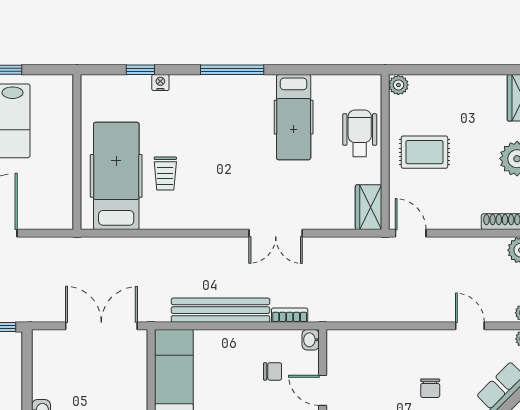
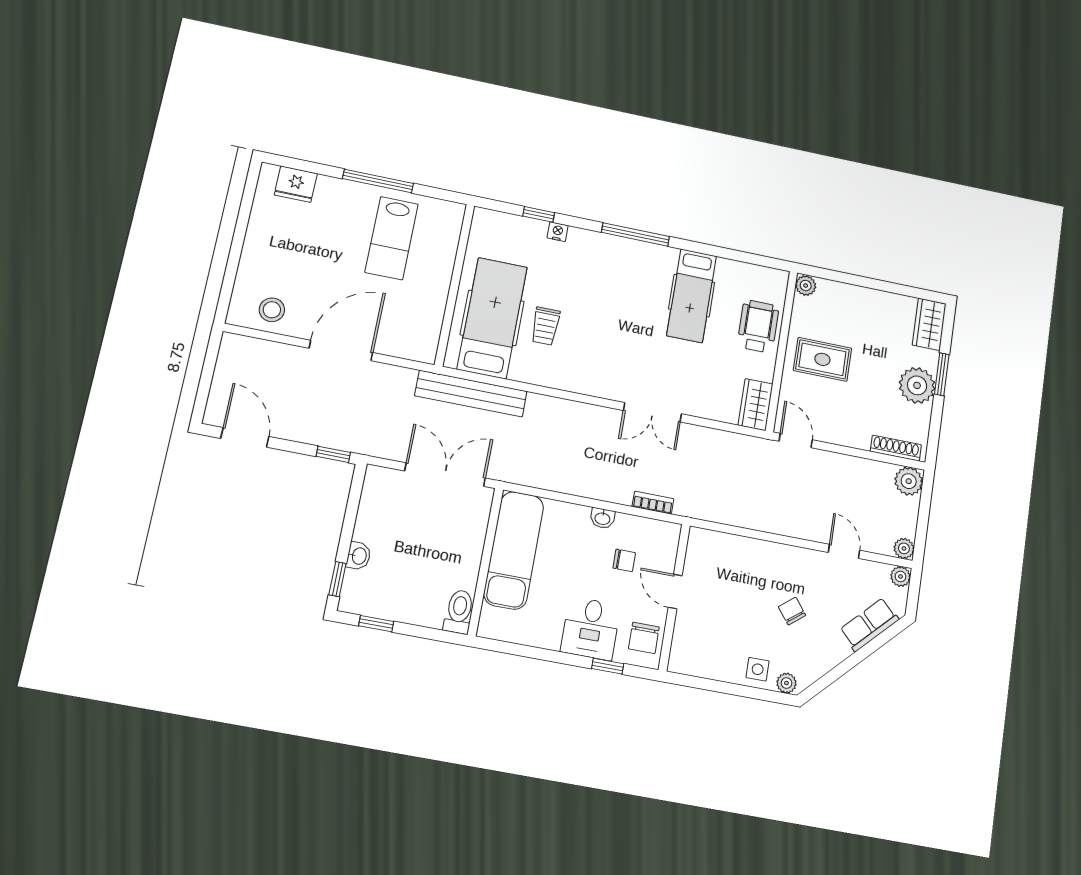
bench: (220, 310) -> (471, 394), moved
washbasin: (311, 340) -> (602, 518), moved, turned -90
chair: (430, 388) -> (792, 611), turned 142

